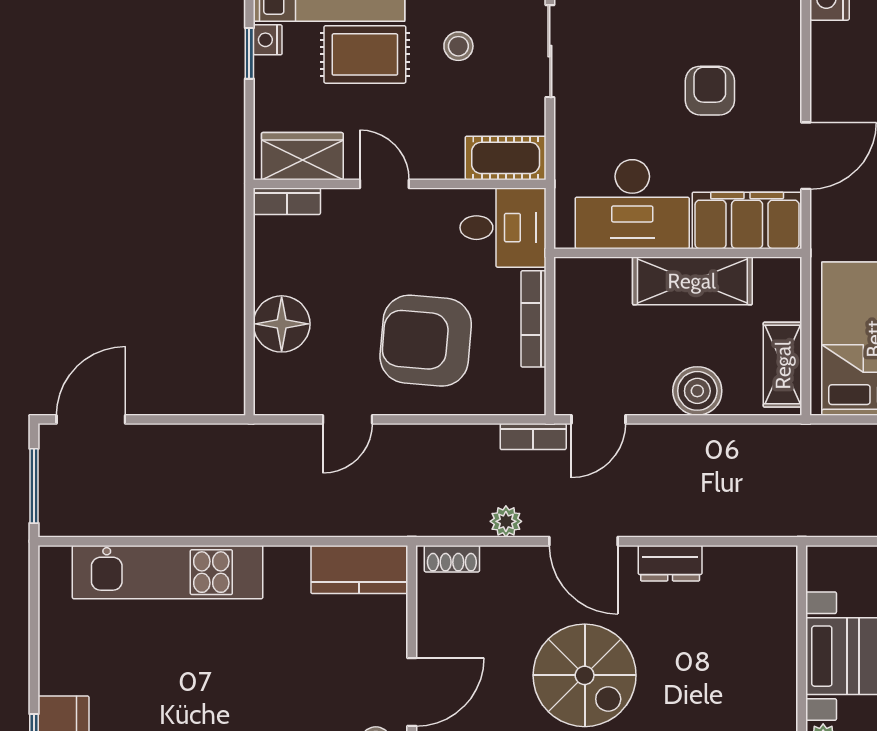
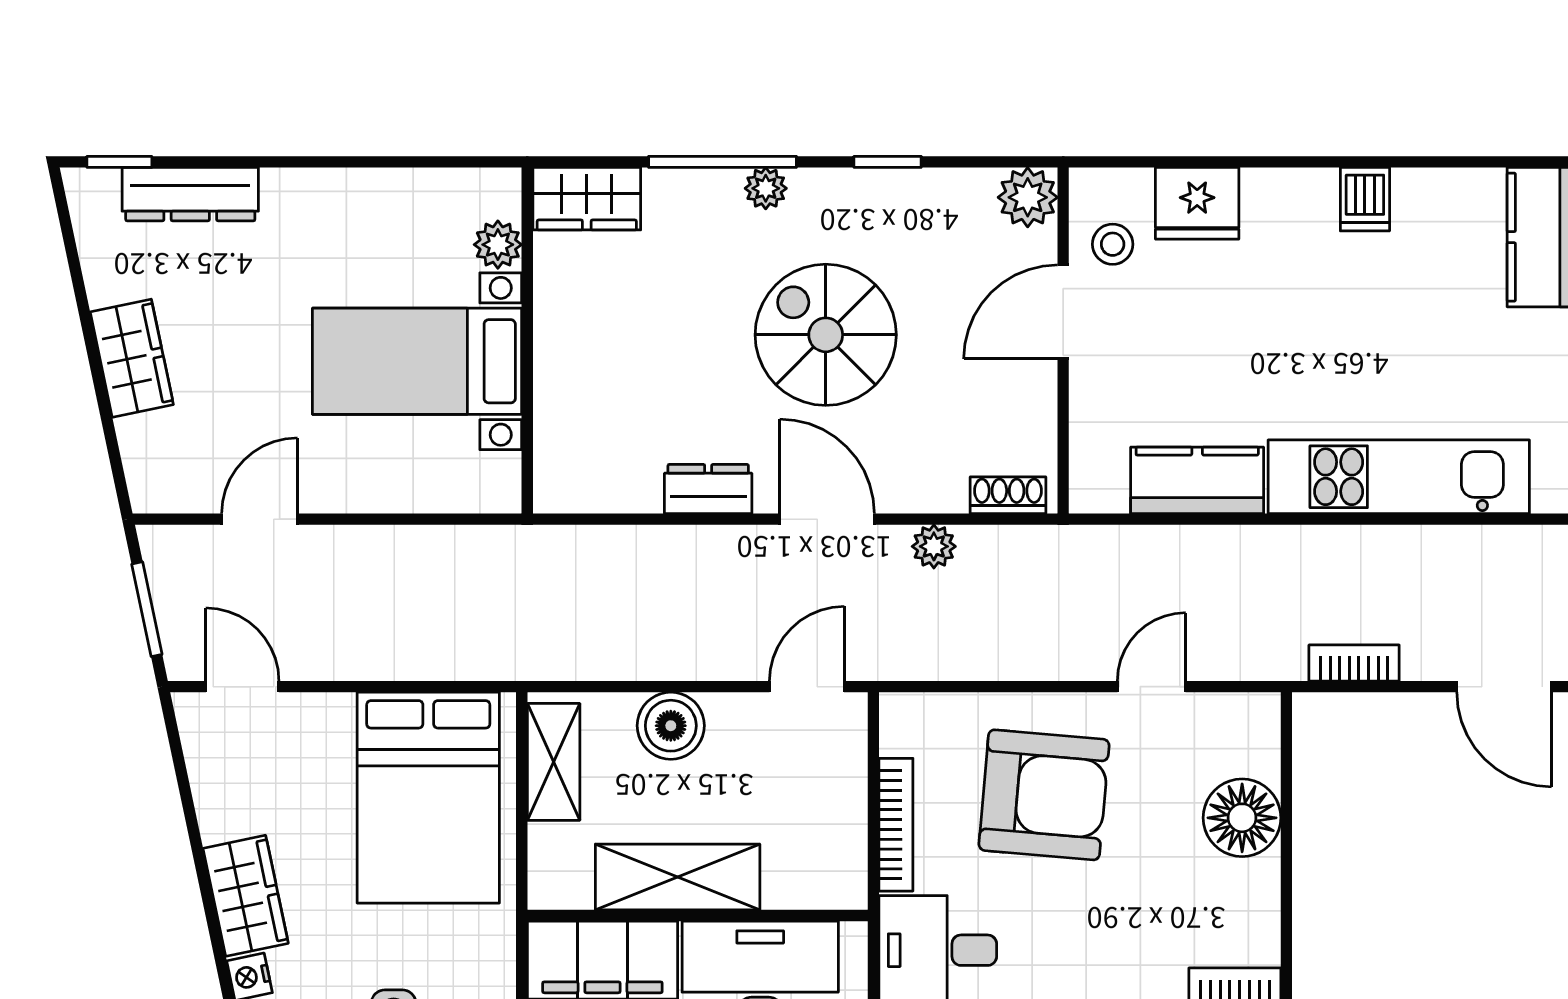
door: (91, 419) -> (1504, 687), hinge flipped
bookcase: (533, 437) -> (1354, 663), moved
kitchen counter: (359, 569) -> (1197, 480), moved

